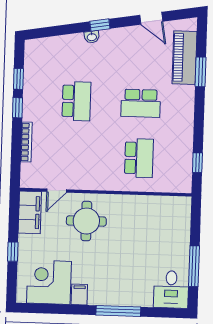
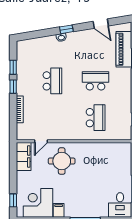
school desk: (141, 103) -> (96, 81), turned 180
window: (13, 252) -> (13, 200), moved

